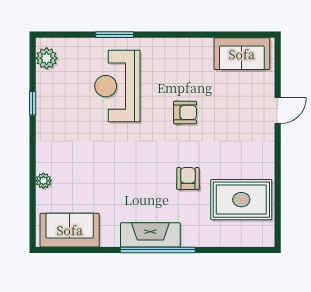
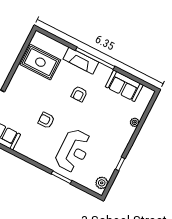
armchair: (188, 179) -> (79, 94), moved
sofa: (70, 230) -> (124, 86), moved
fireplace: (150, 235) -> (81, 61), moved

